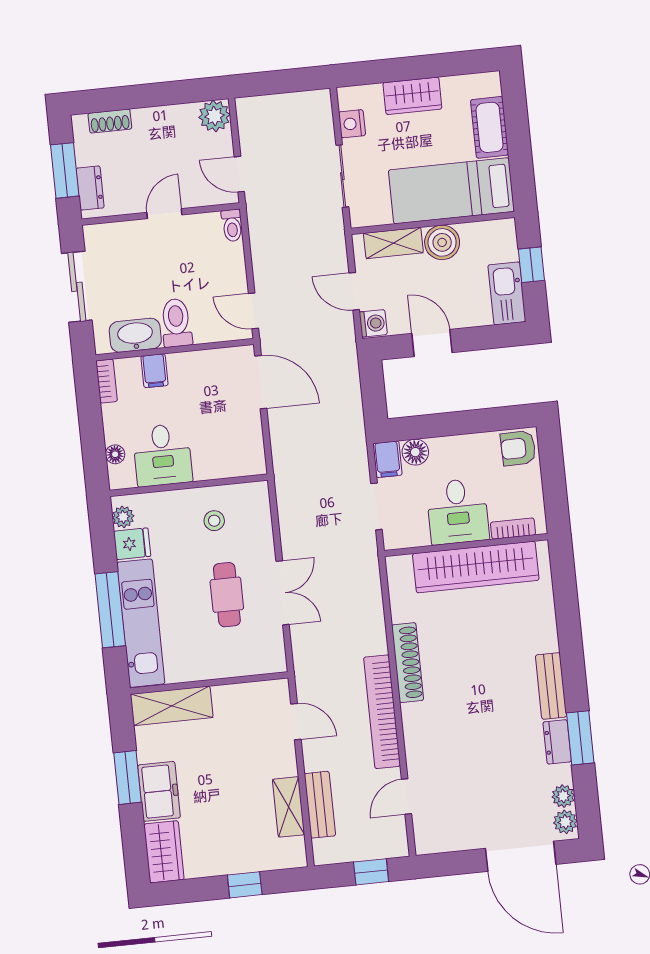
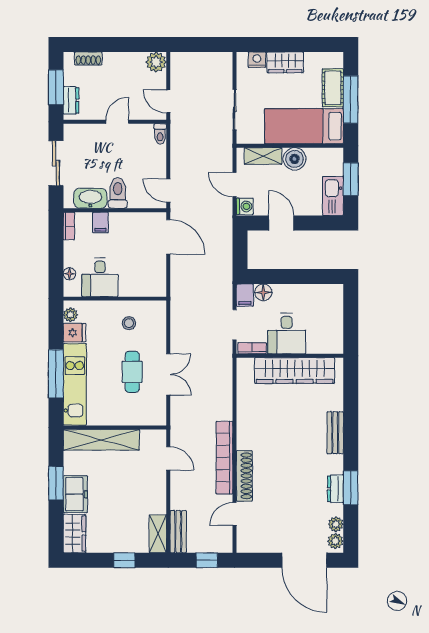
nightstand: (352, 124) -> (257, 60), moved, turned 90
window: (519, 142) -> (351, 100), added
window: (531, 265) -> (351, 179), width x1.50
armchair: (518, 448) -> (330, 297), removed
bookcase: (513, 529) -> (252, 348), moved
shoe rack: (408, 663) -> (244, 476), moved
bench: (551, 686) -> (335, 433), moved
shelving: (172, 706) -> (101, 440), width x1.47
bench: (320, 805) -> (178, 532), moved
shelving: (289, 807) -> (158, 534), moved

